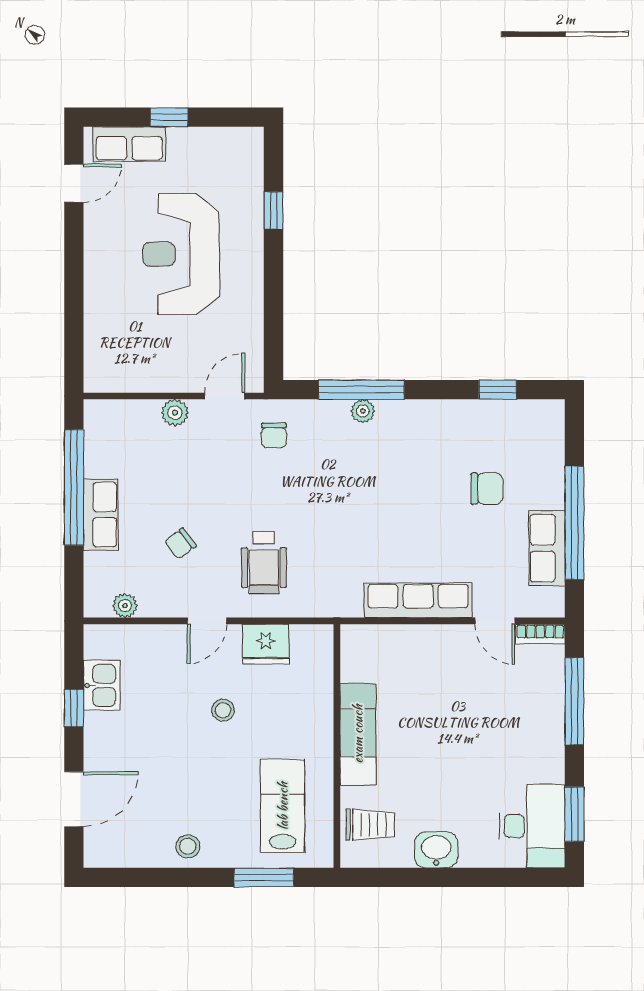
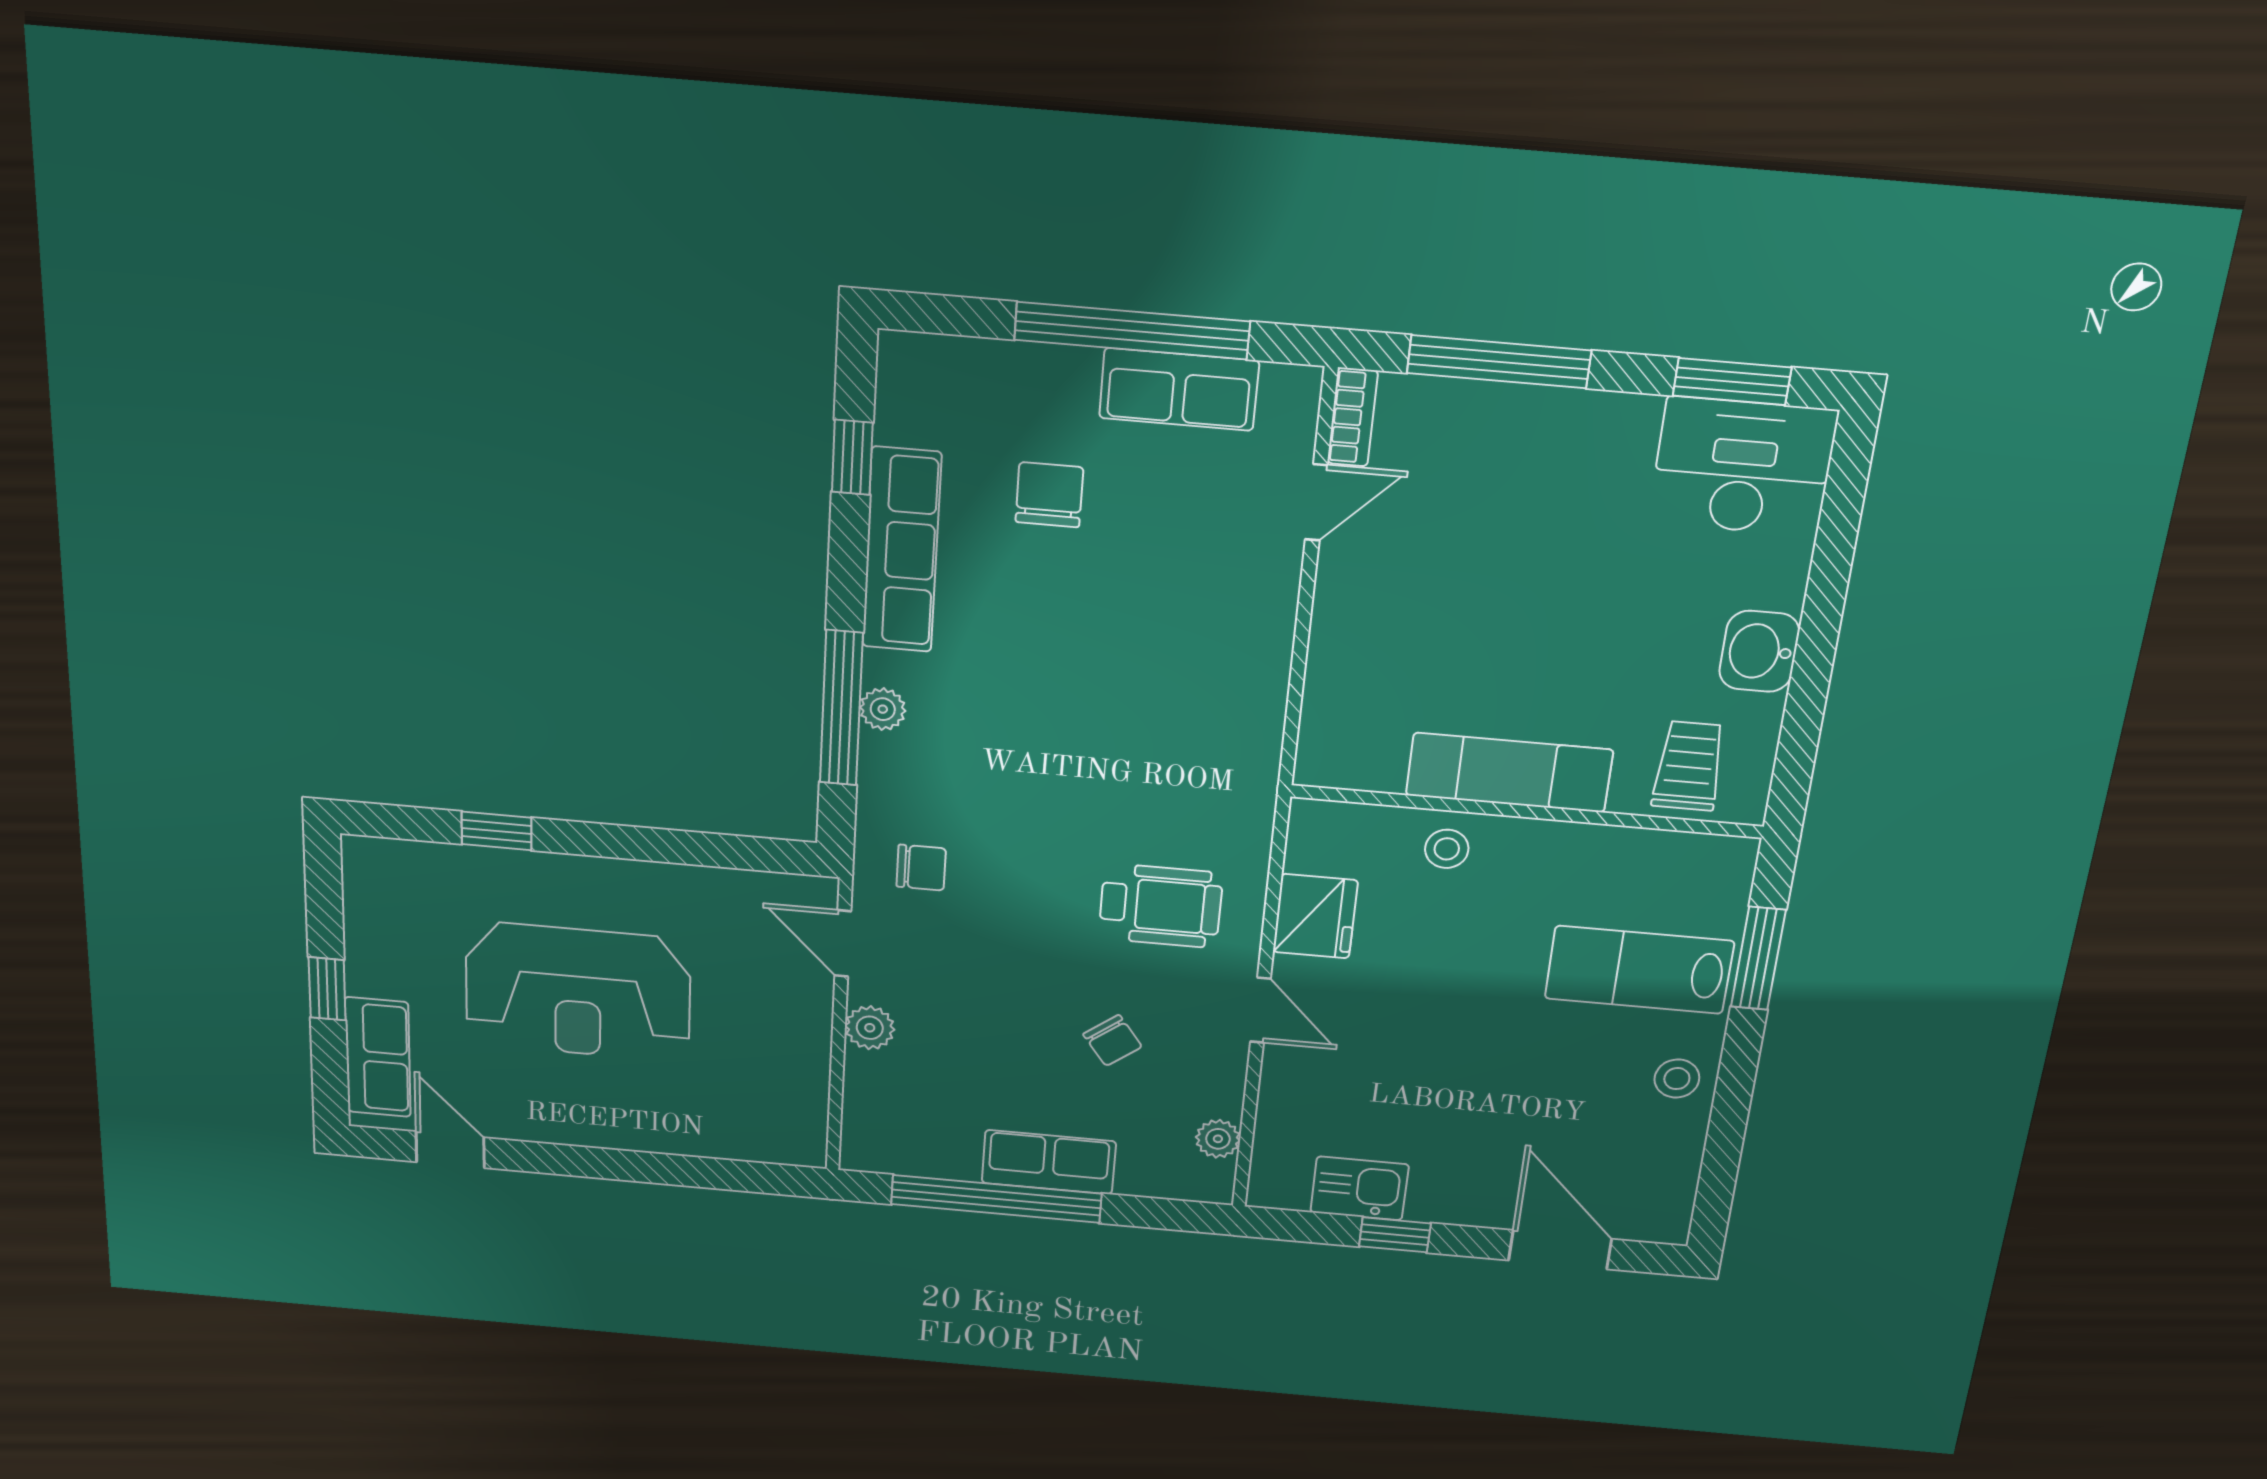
row of seats: (418, 600) -> (902, 550), moved, turned 180
stool: (223, 710) -> (1447, 849), moved
lab bench: (283, 806) -> (1639, 970), moved

